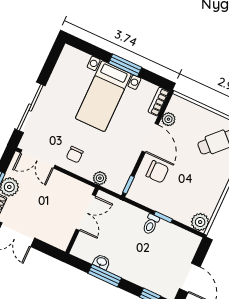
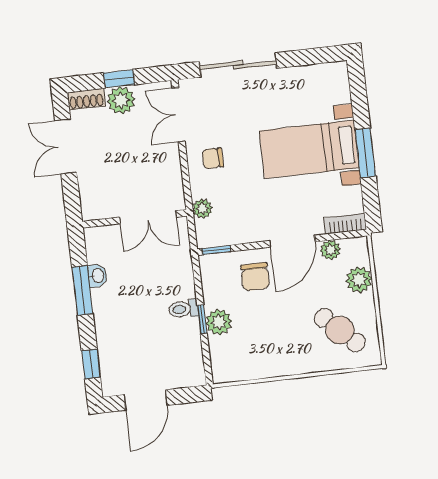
plant: (196, 113) -> (359, 280), added
plant: (200, 222) -> (219, 322), moved

